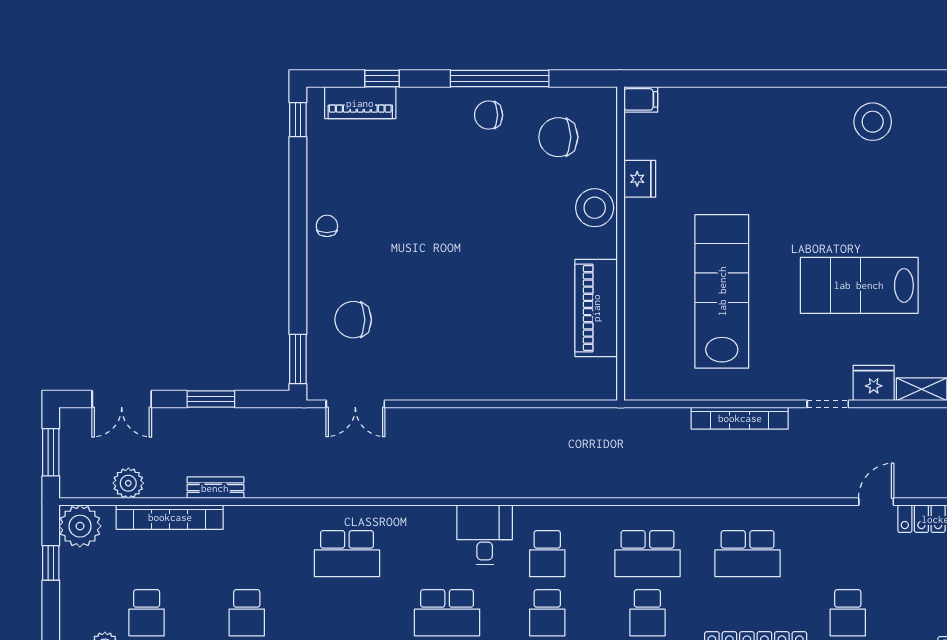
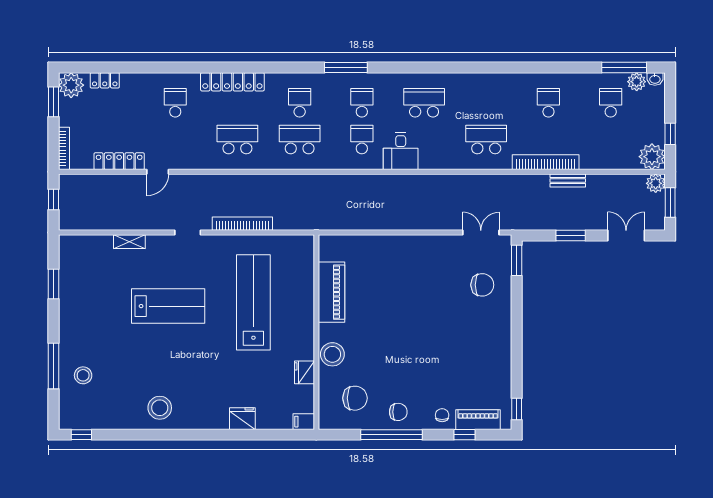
chair: (327, 226) -> (442, 415), moved, turned 180
lab bench: (722, 291) -> (253, 302), turned 180
fridge: (874, 383) -> (242, 419), moved, turned 180
plant: (128, 483) -> (656, 183), moved
bookcase: (170, 517) -> (546, 162), moved

